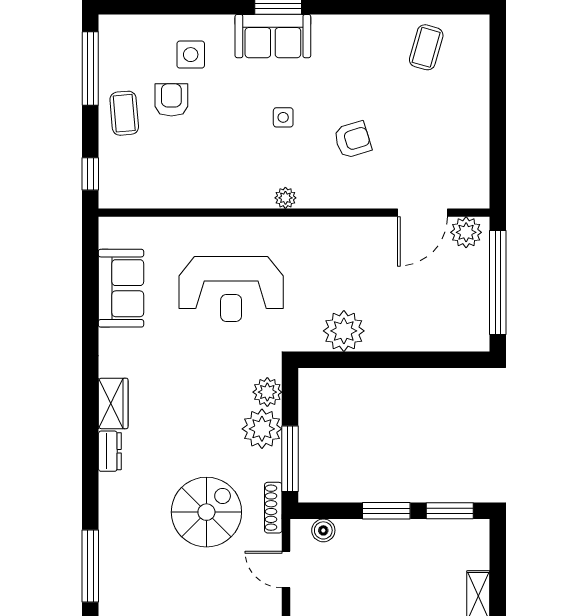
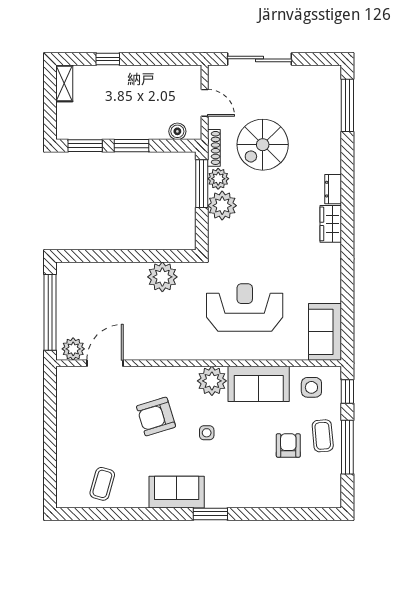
sofa: (273, 36) -> (177, 492), moved
side table: (191, 55) -> (311, 387), moved
window: (90, 68) -> (347, 447), moved
armchair: (171, 100) -> (288, 445), turned 180
armchair: (353, 140) -> (156, 416), width x1.38, depth x1.38
sofa: (212, 184) -> (259, 384), added
plant: (285, 198) -> (212, 381), width x1.87, depth x1.87
sofa: (121, 288) -> (325, 332), moved
plant: (267, 392) -> (218, 179), moved

